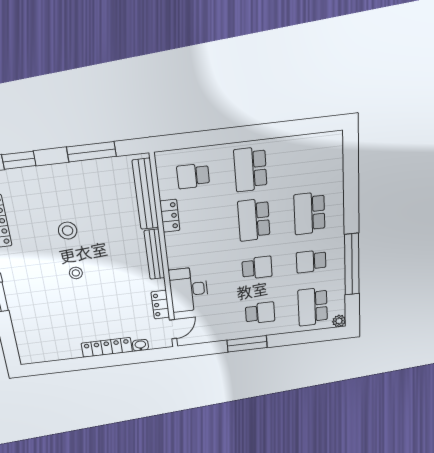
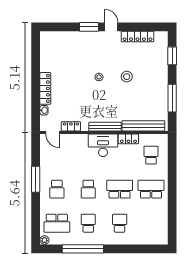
school desk: (309, 213) -> (120, 223), width x0.54
desk: (189, 290) -> (103, 145), moved
school desk: (313, 307) -> (57, 223), turned 180

